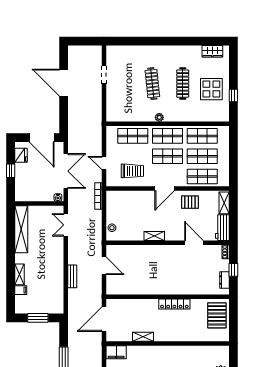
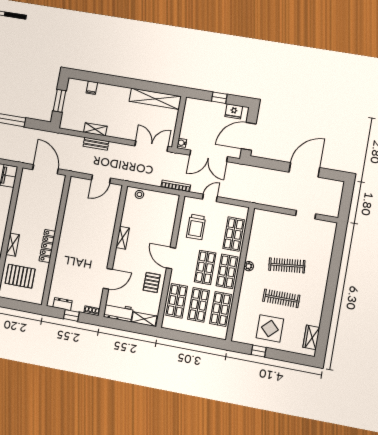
double door: (66, 225) -> (151, 146), width x1.37
shelving: (19, 274) -> (95, 129), moved
pallet: (217, 315) -> (20, 276), moved
shelving: (143, 337) -> (13, 245), moved

